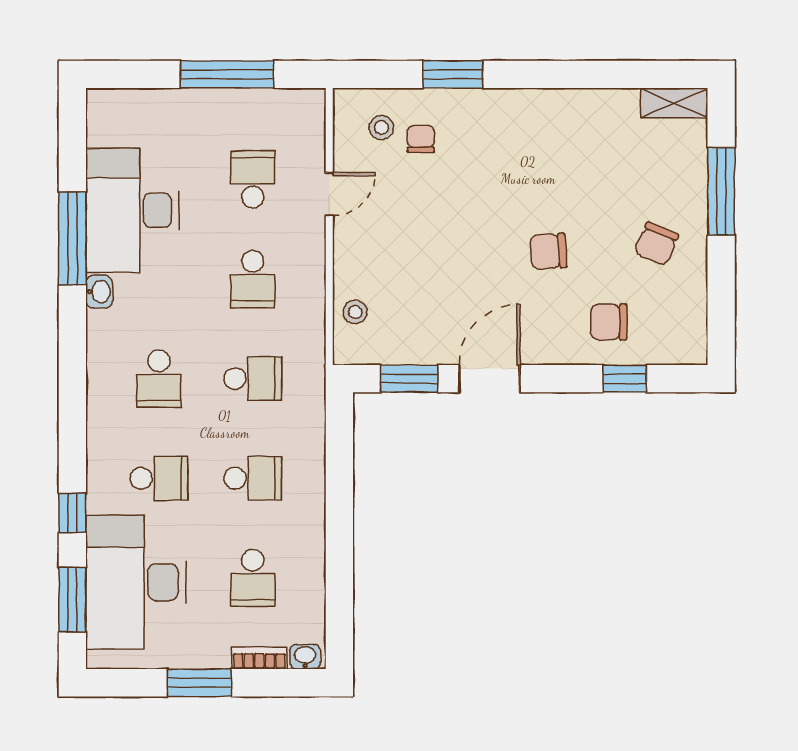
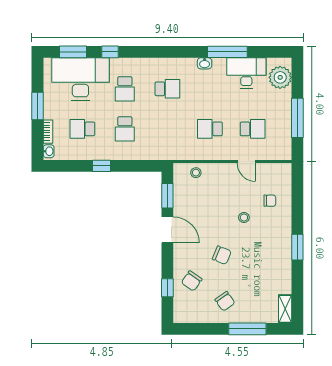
window: (453, 74) -> (297, 247), moved
plant: (132, 115) -> (280, 77), added
stool: (381, 128) -> (244, 217), moved
desk: (132, 210) -> (246, 73), width x0.73, depth x0.77
chair: (656, 244) -> (225, 301), turned -148
chair: (548, 251) -> (222, 255), turned 116
chair: (609, 322) -> (192, 281), turned -145
school desk: (159, 379) -> (167, 89), turned 180
school desk: (253, 379) -> (167, 129), removed
window: (339, 533) -> (102, 166), added

